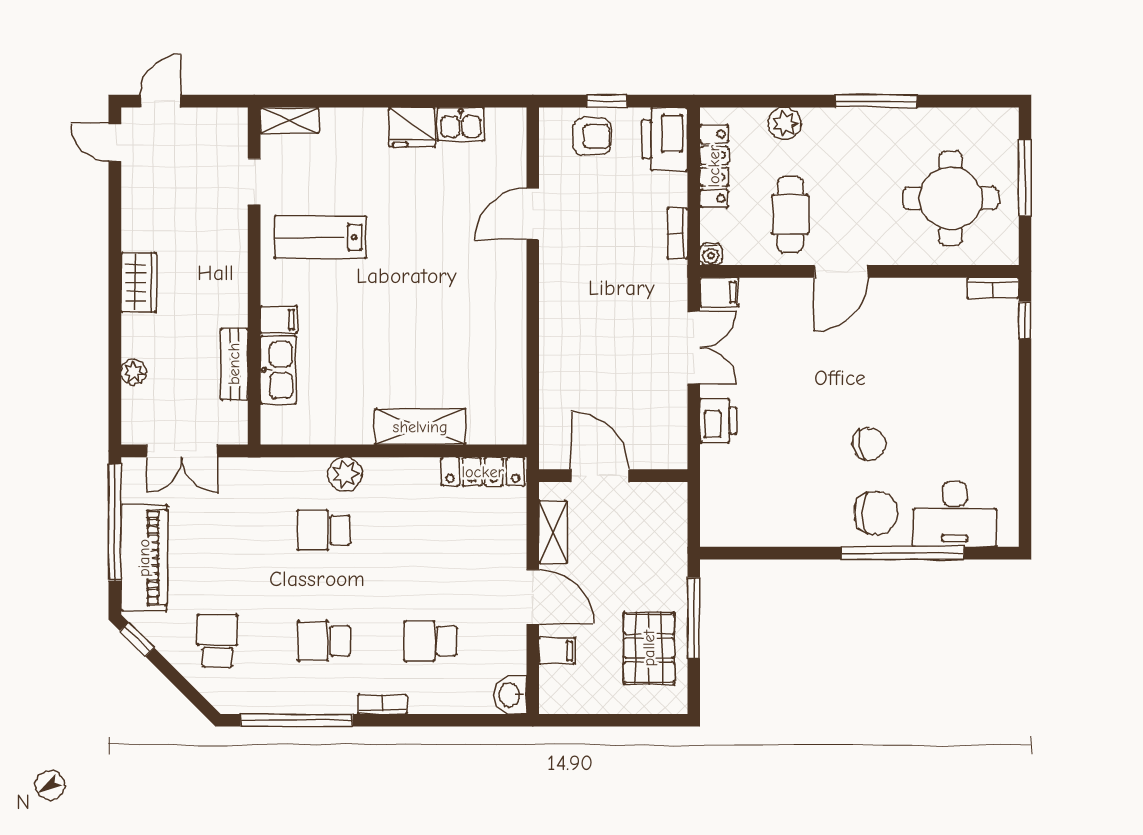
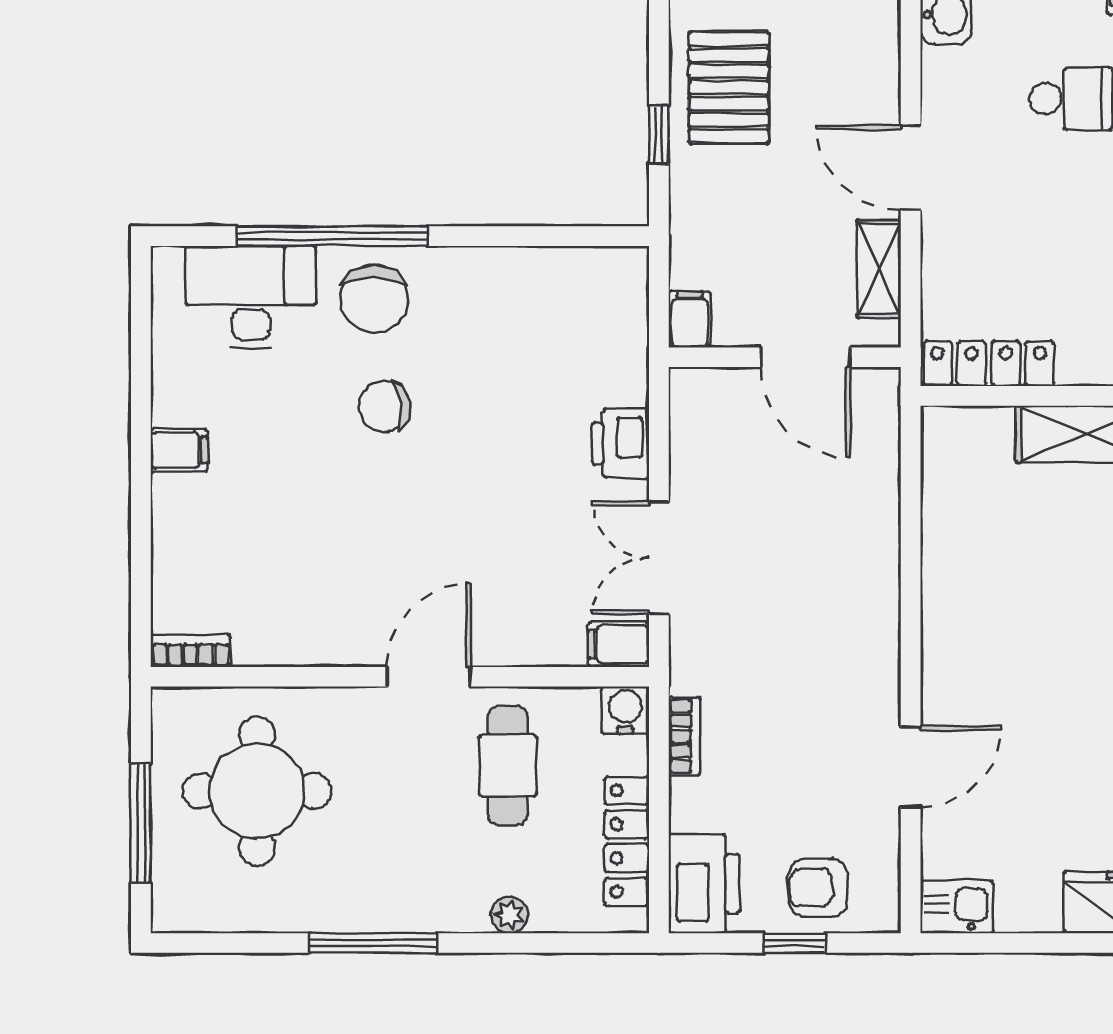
plant: (785, 123) -> (509, 915), width x0.73, depth x0.73
kitchen sink: (461, 124) -> (957, 907), moved
water cooler: (711, 254) -> (625, 710), width x1.38, depth x1.38
window: (1025, 320) -> (141, 600), removed
filing cabinet: (1001, 416) -> (179, 450), added
chair: (876, 513) -> (374, 299), turned -90
window: (694, 618) -> (659, 135), width x0.46
filing cabinet: (557, 651) -> (690, 319), moved, turned 90

